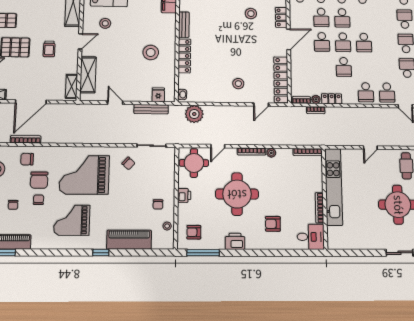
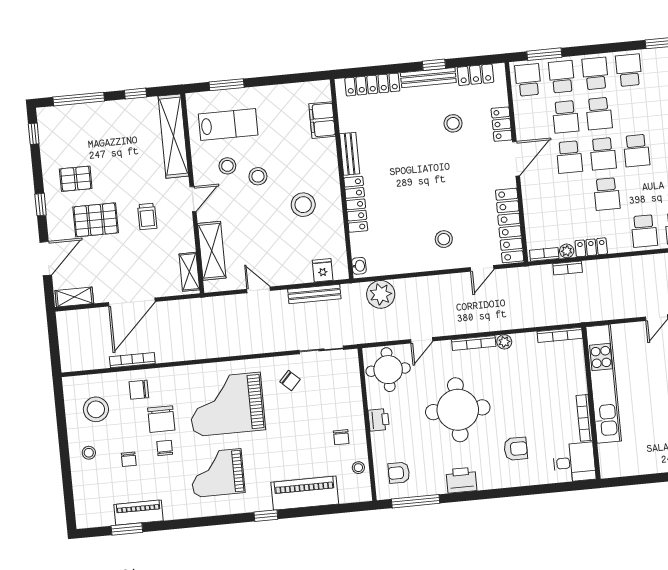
stool: (124, 32) -> (258, 176), added
armchair: (273, 224) -> (516, 449), turned 180

